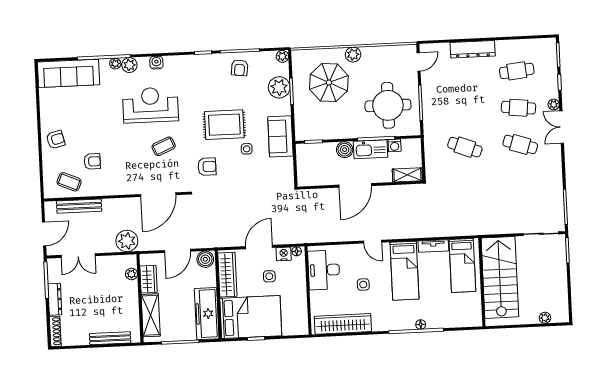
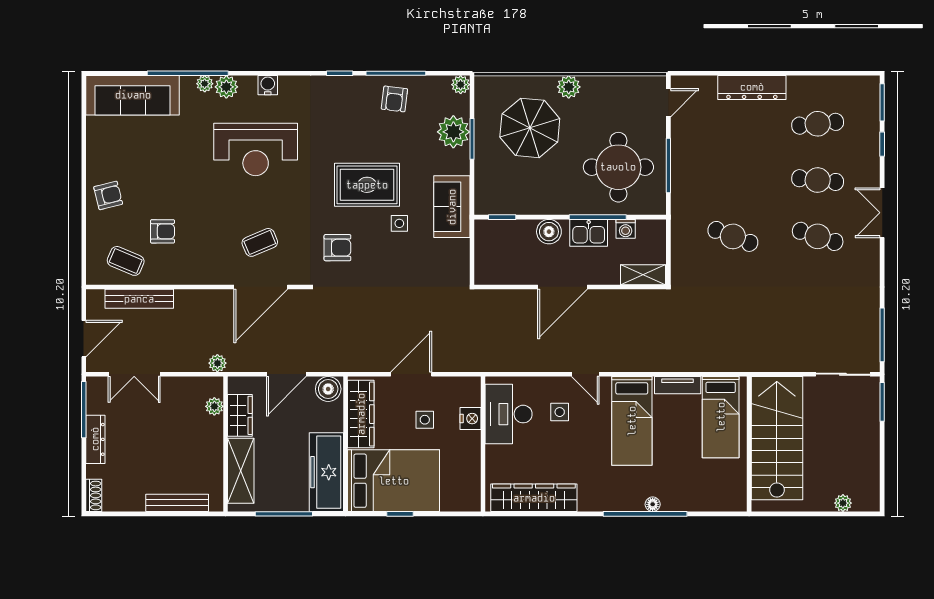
reception desk: (150, 105) -> (256, 149), turned 180
plant: (554, 105) -> (872, 178), removed
coffee table: (164, 146) -> (260, 242), moved
kitchen sink: (371, 149) -> (589, 233), width x0.73
plant: (127, 241) -> (217, 363), width x0.53, depth x0.53
floor lamp: (297, 251) -> (468, 384), removed
nightstand: (284, 254) -> (470, 419), moved, turned 90
side table: (363, 285) -> (560, 412), moved
shoe rack: (55, 331) -> (94, 495), width x0.70

